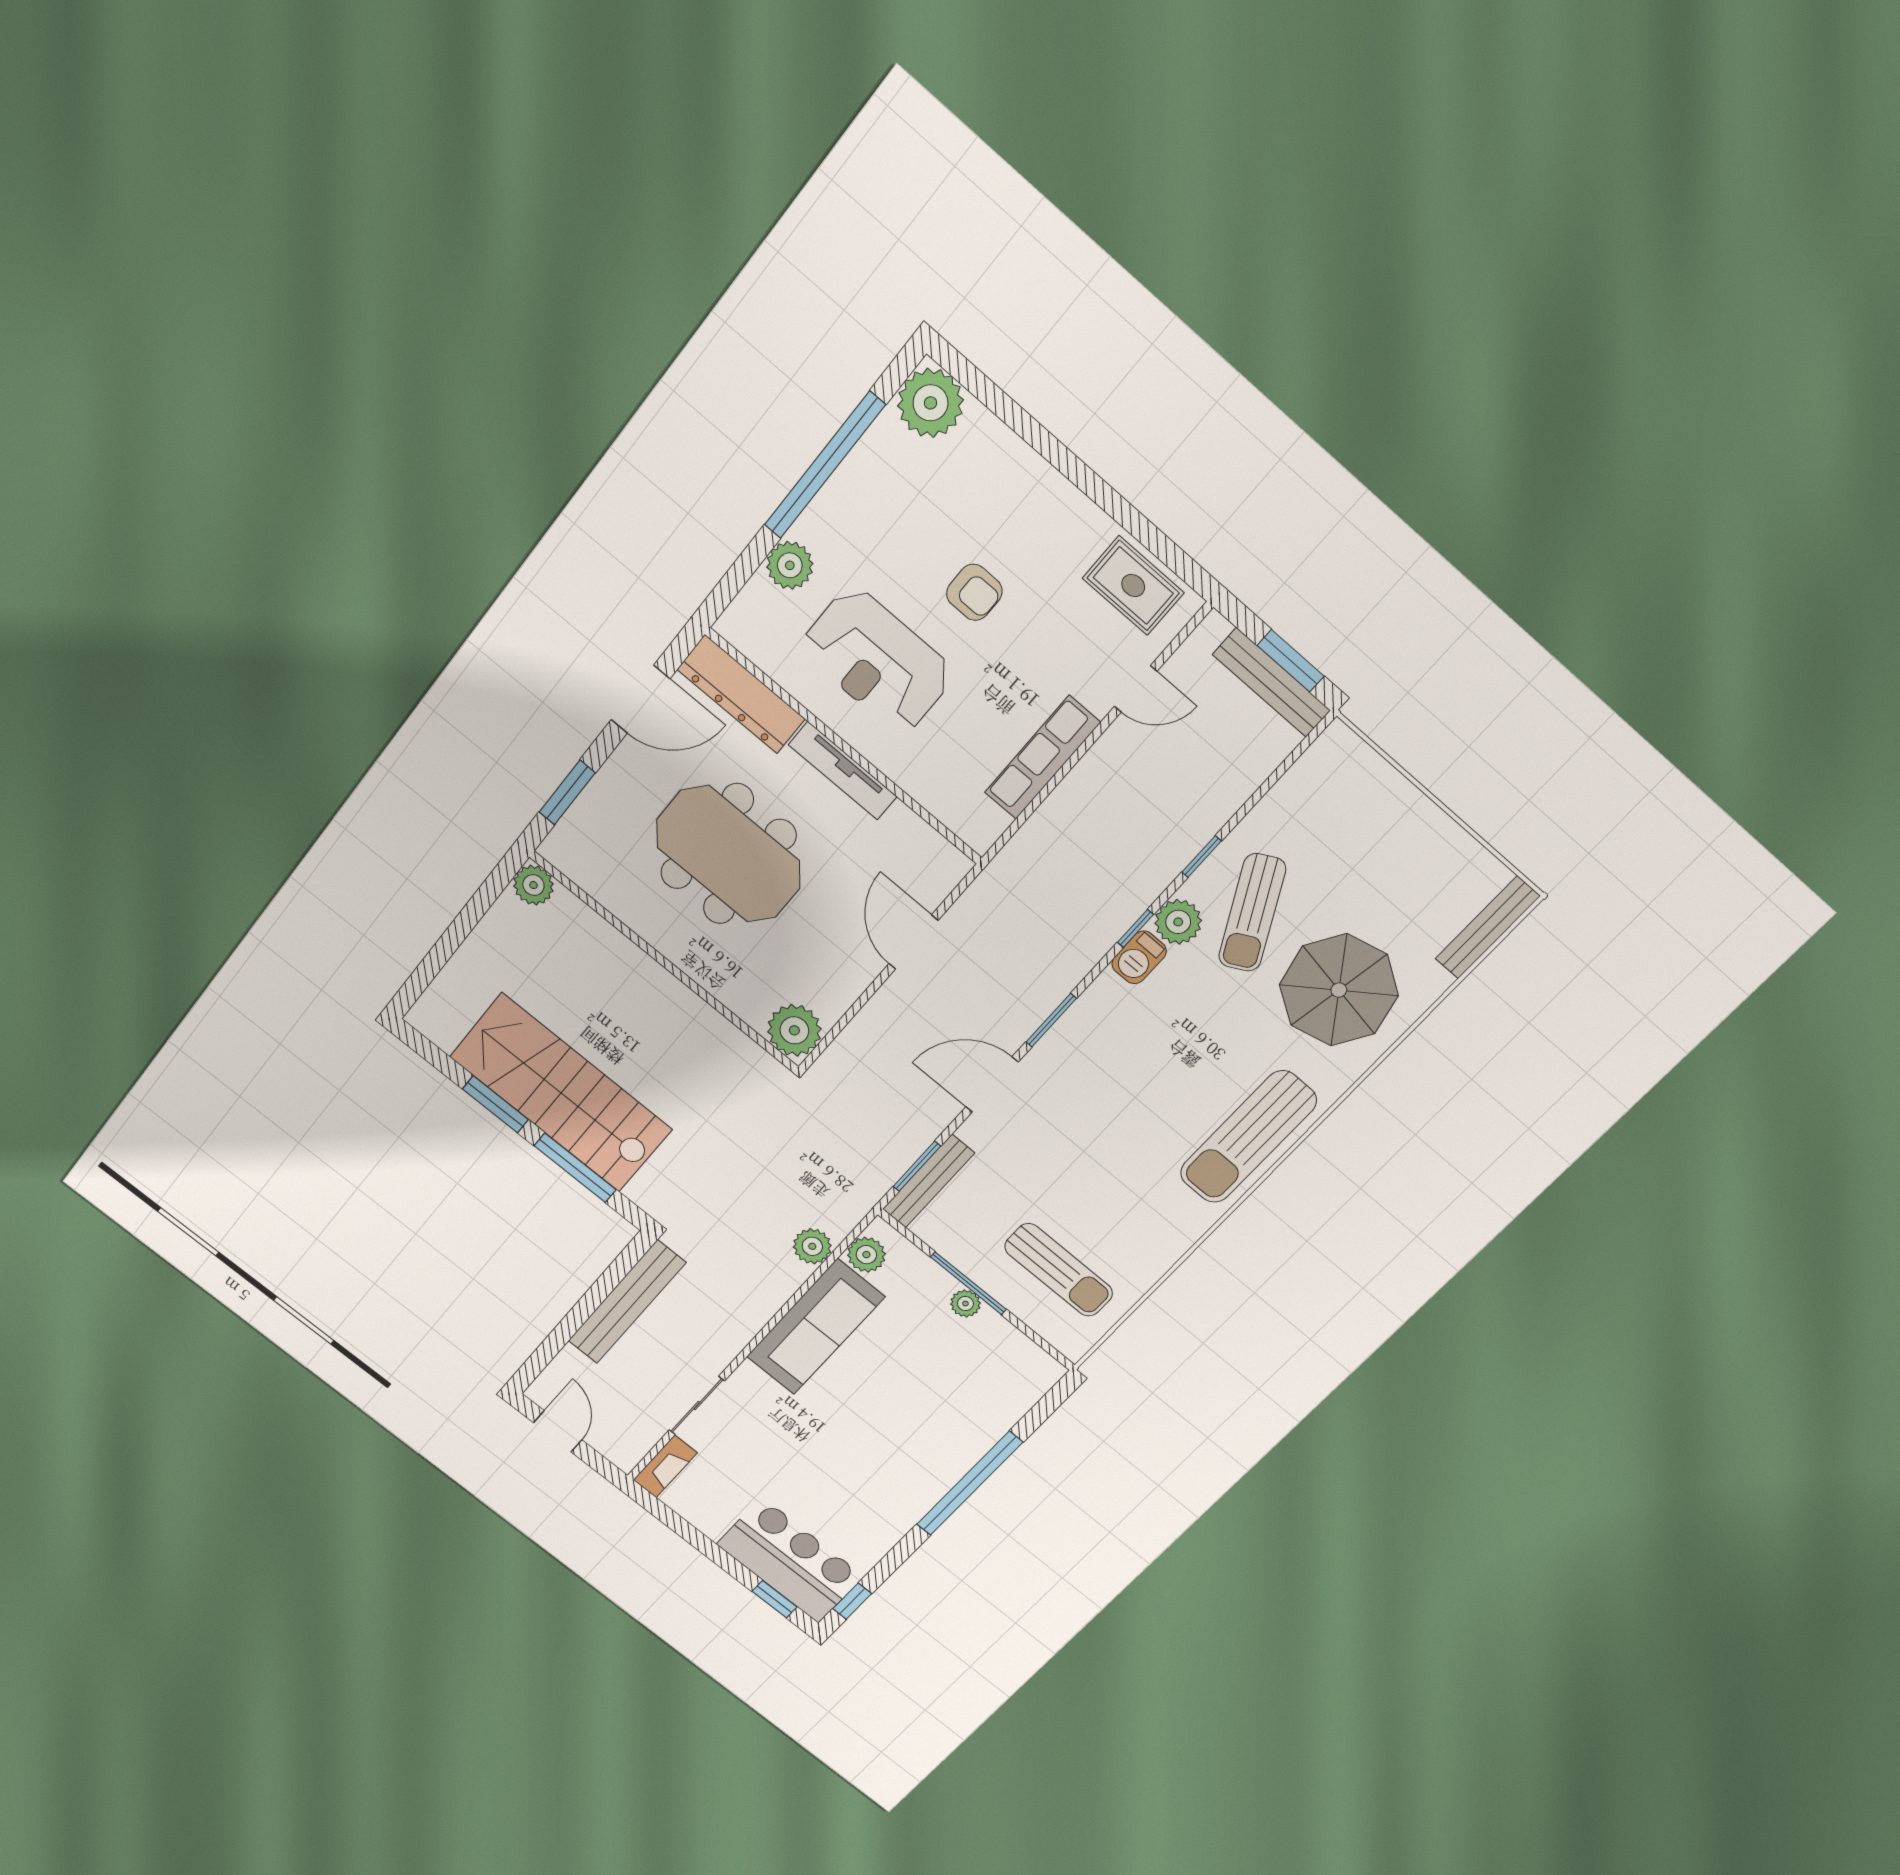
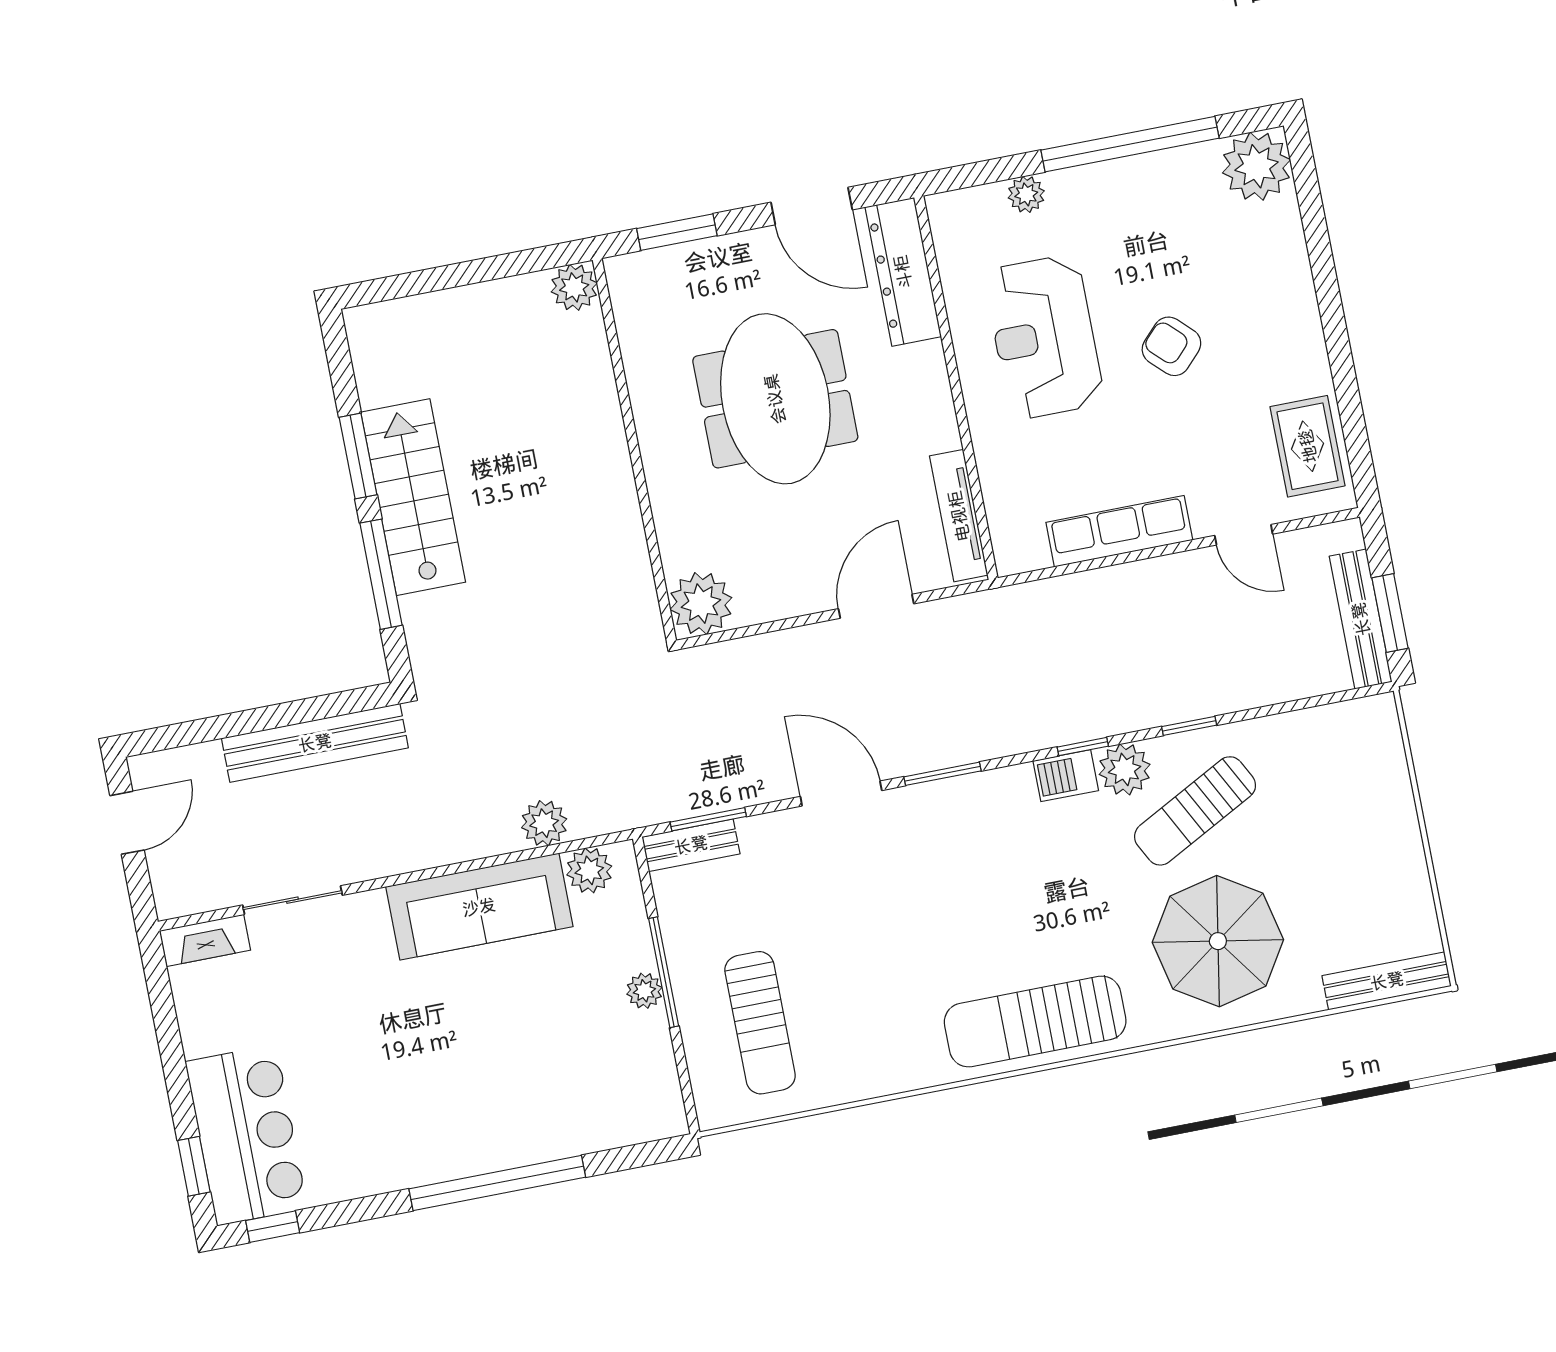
plant: (790, 565) -> (1026, 194), width x0.73, depth x0.73
armchair: (974, 592) -> (1171, 346), turned 134
tv unit: (843, 771) -> (959, 516), moved
stairs: (561, 1093) -> (413, 497), width x0.73, depth x0.66
bench: (928, 1181) -> (691, 845), width x0.73

